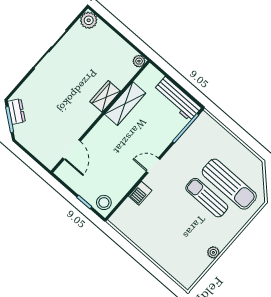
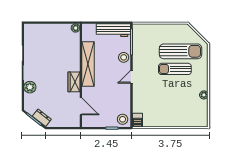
plant: (89, 20) -> (30, 87), moved
wardrobe: (105, 96) -> (74, 82), moved
shelving: (125, 104) -> (88, 64), width x1.47
dresser: (16, 112) -> (42, 118), moved
stool: (163, 137) -> (124, 57), added
barbecue: (140, 193) -> (137, 120), moved

